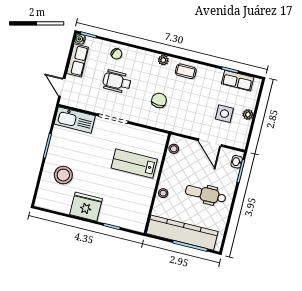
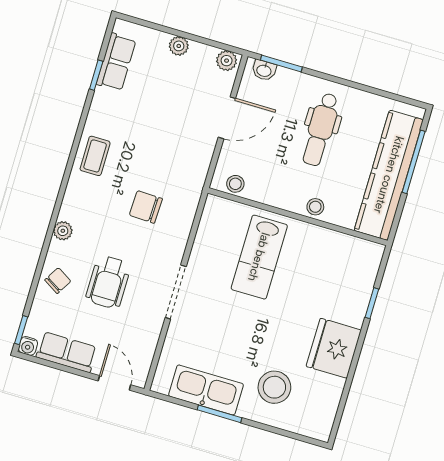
plant: (163, 60) -> (63, 231), moved
door: (62, 87) -> (114, 383), swing flipped
side table: (224, 114) -> (175, 89), removed
kitchen sink: (75, 120) -> (206, 390), moved, turned -90
plant: (241, 141) -> (227, 61), added

